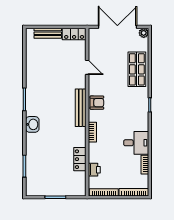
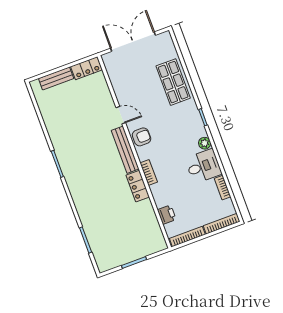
plant: (144, 33) -> (205, 143), moved
door: (87, 67) -> (121, 115), moved
washbasin: (32, 124) -> (77, 189), removed
locker: (80, 159) -> (138, 186), moved

